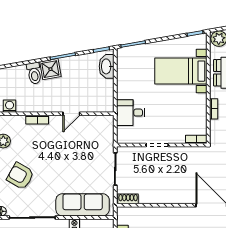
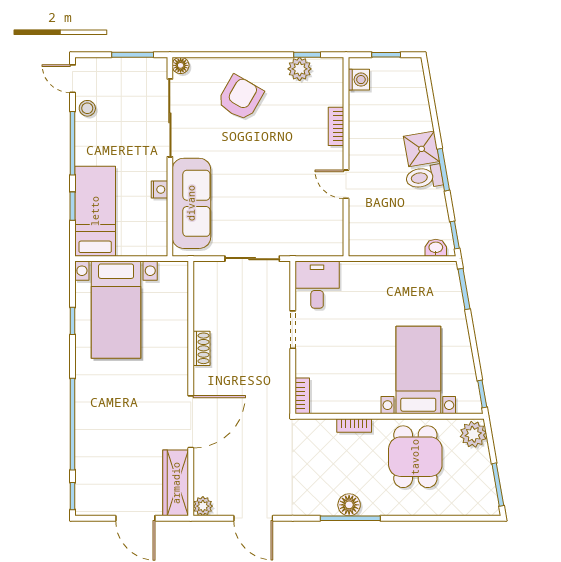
washbasin: (107, 66) -> (436, 248), width x0.52, depth x0.69
toilet: (34, 73) -> (424, 177), moved
desk: (131, 113) -> (317, 285), moved
shoe rack: (128, 199) -> (201, 348), moved

